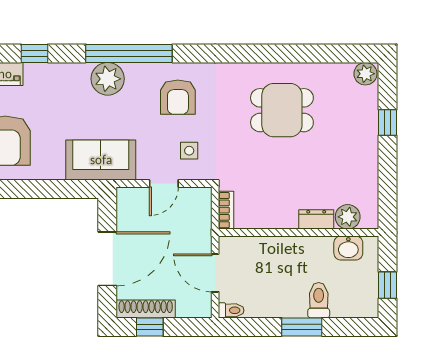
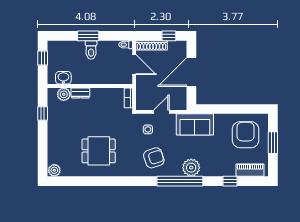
armchair: (178, 97) -> (154, 158), turned 72
window: (388, 122) -> (43, 113), moved
toilet: (319, 300) -> (91, 50), moved
shoe rack: (146, 309) -> (151, 45), moved

